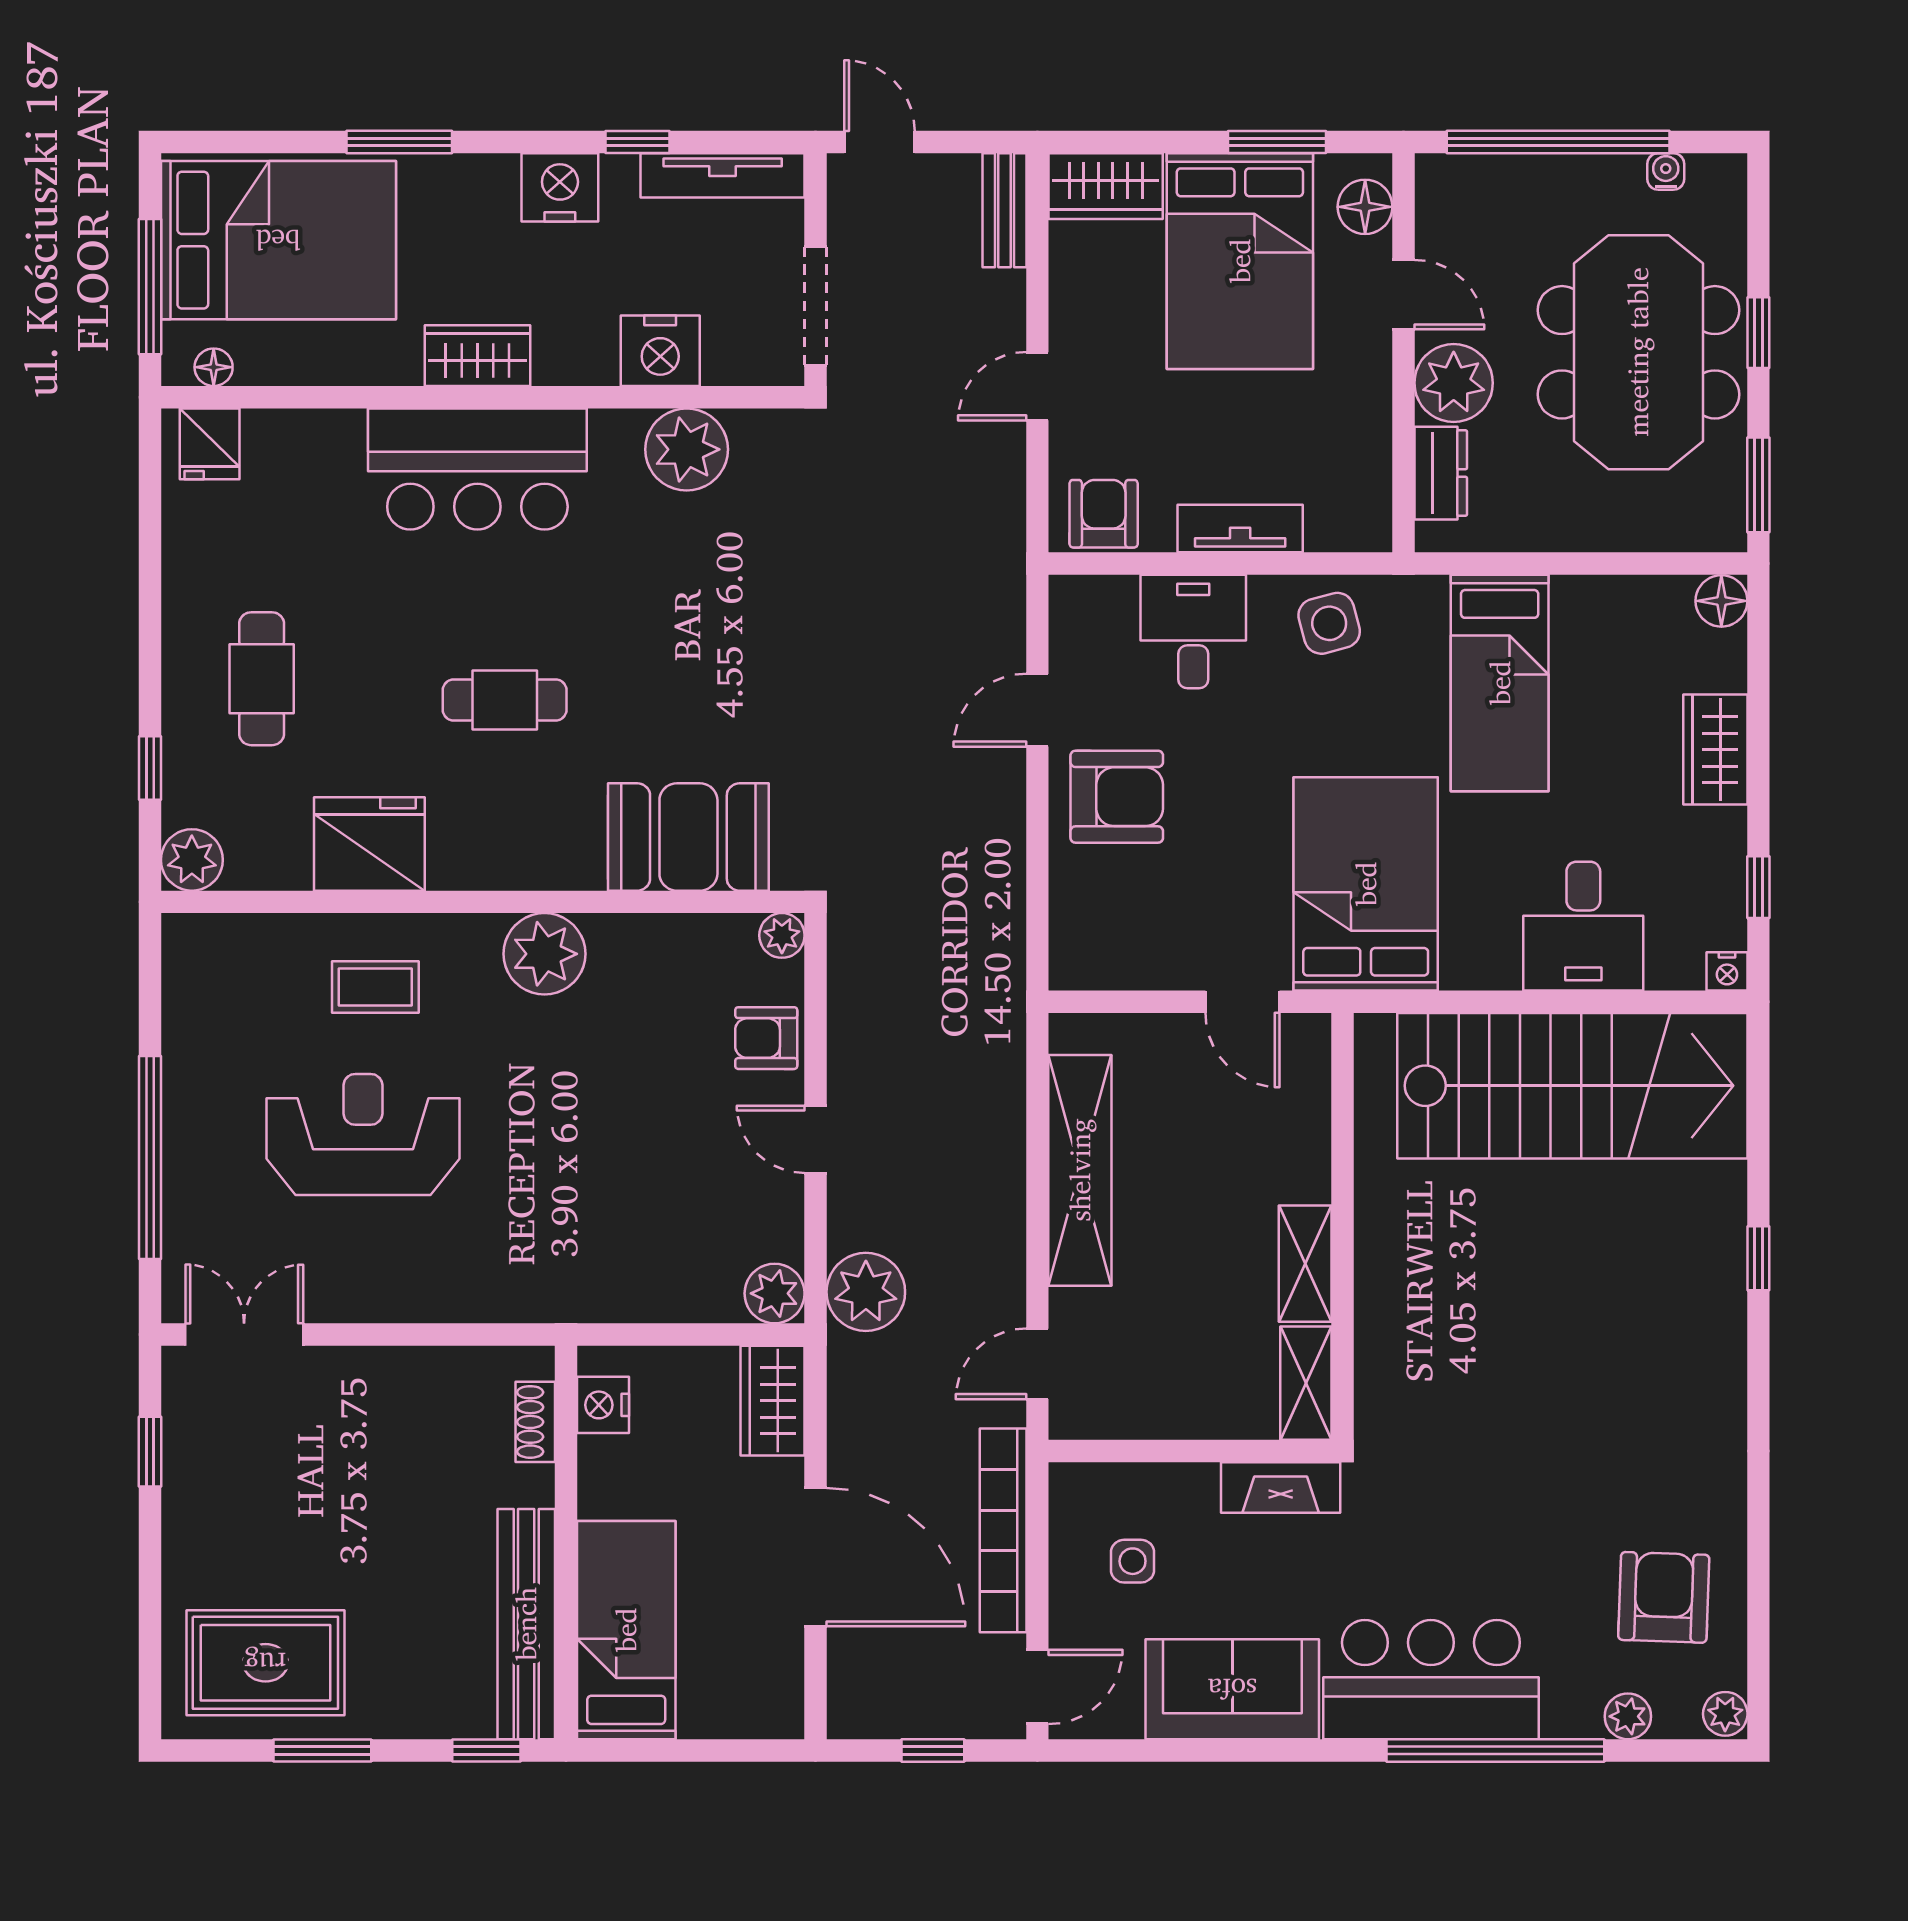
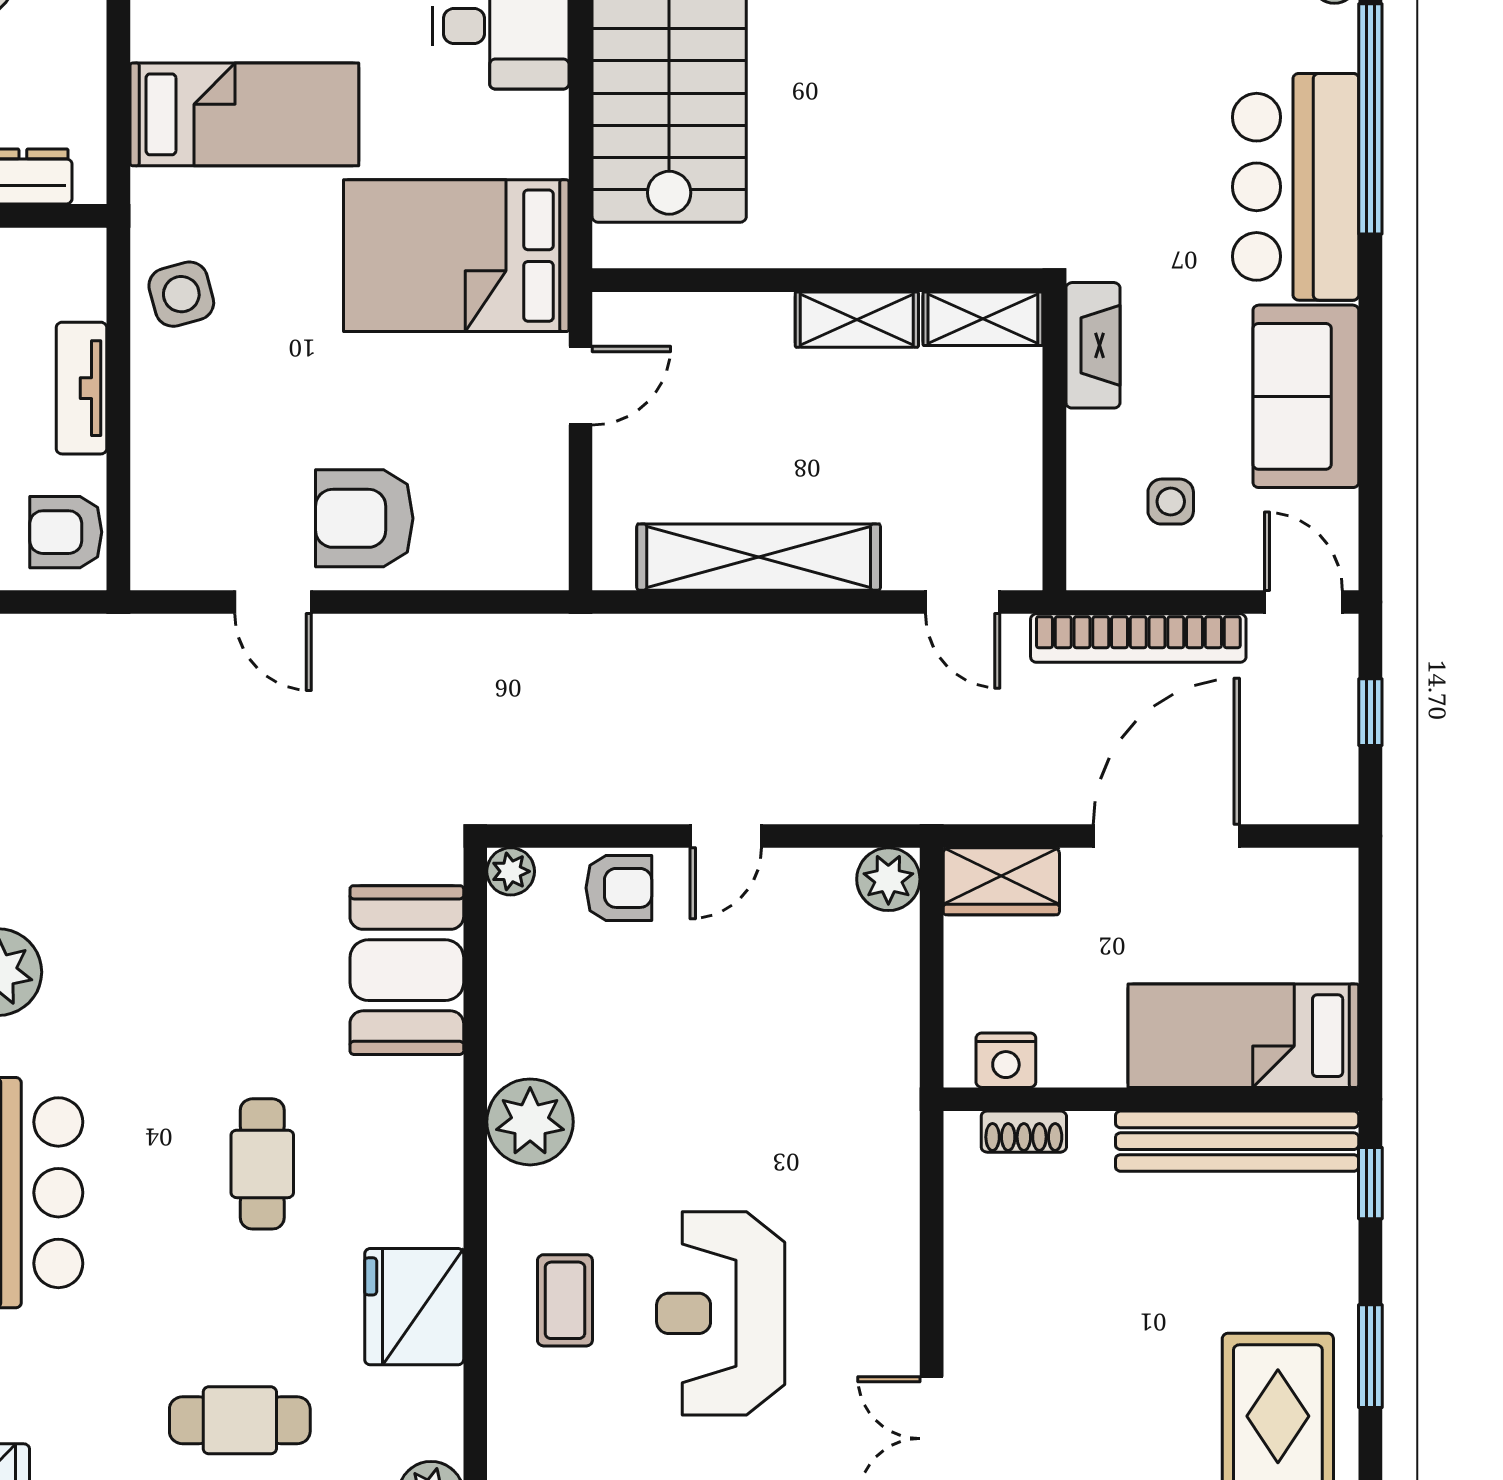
desk: (1193, 631) -> (190, 438), removed
armchair: (1117, 797) -> (364, 518), turned -90
armchair: (766, 1038) -> (619, 888), turned -90
plant: (866, 1292) -> (887, 783), removed

